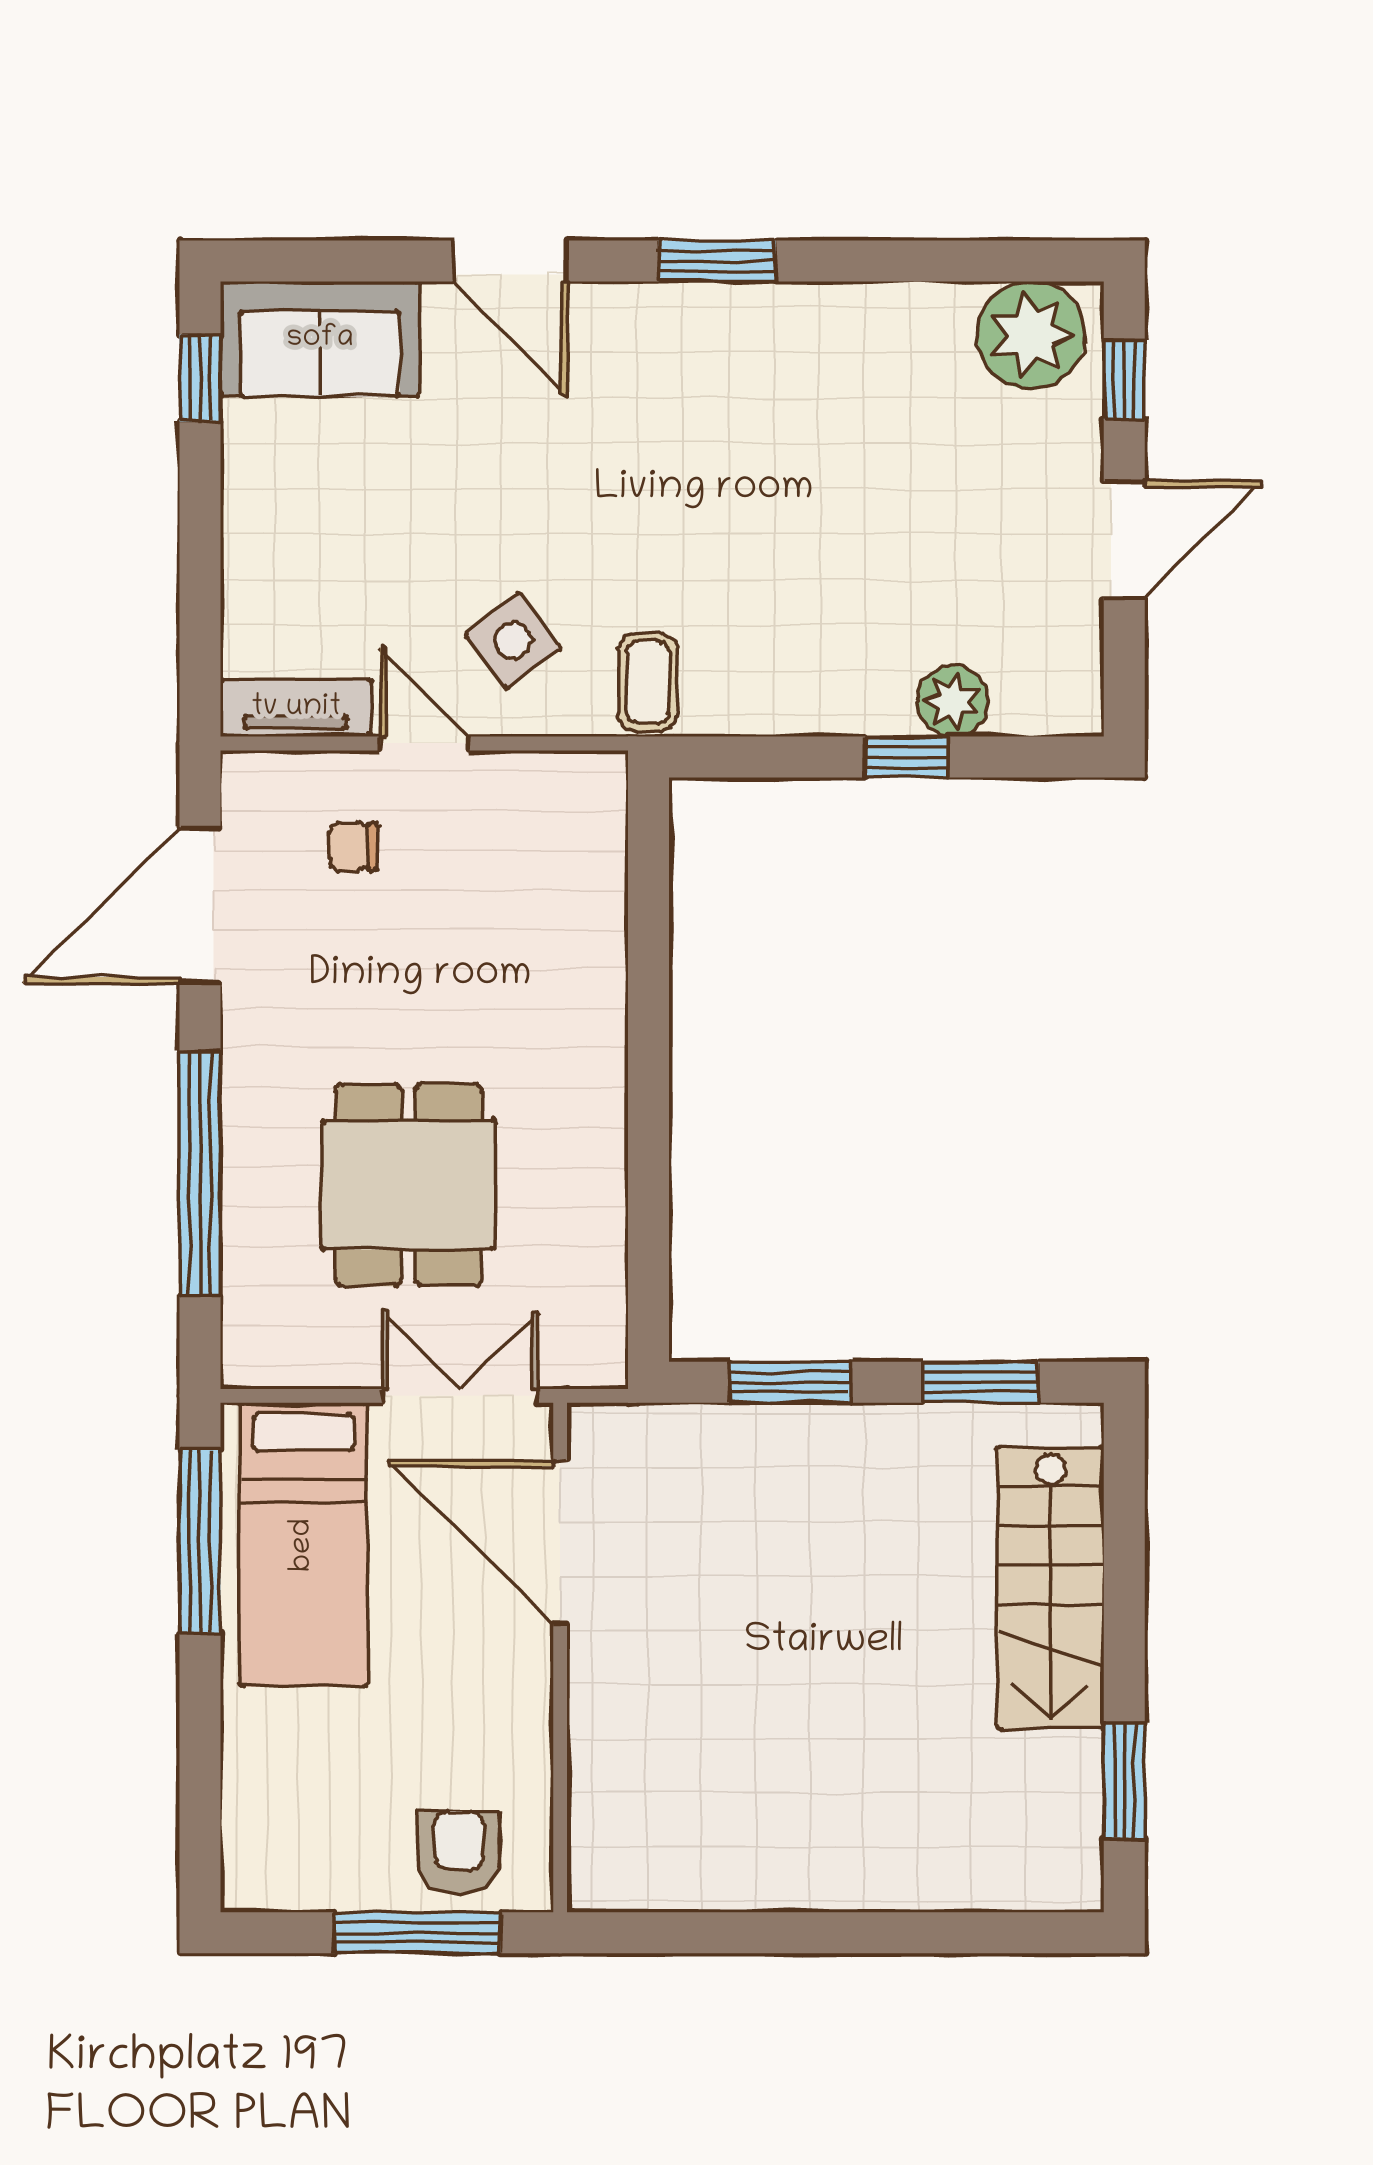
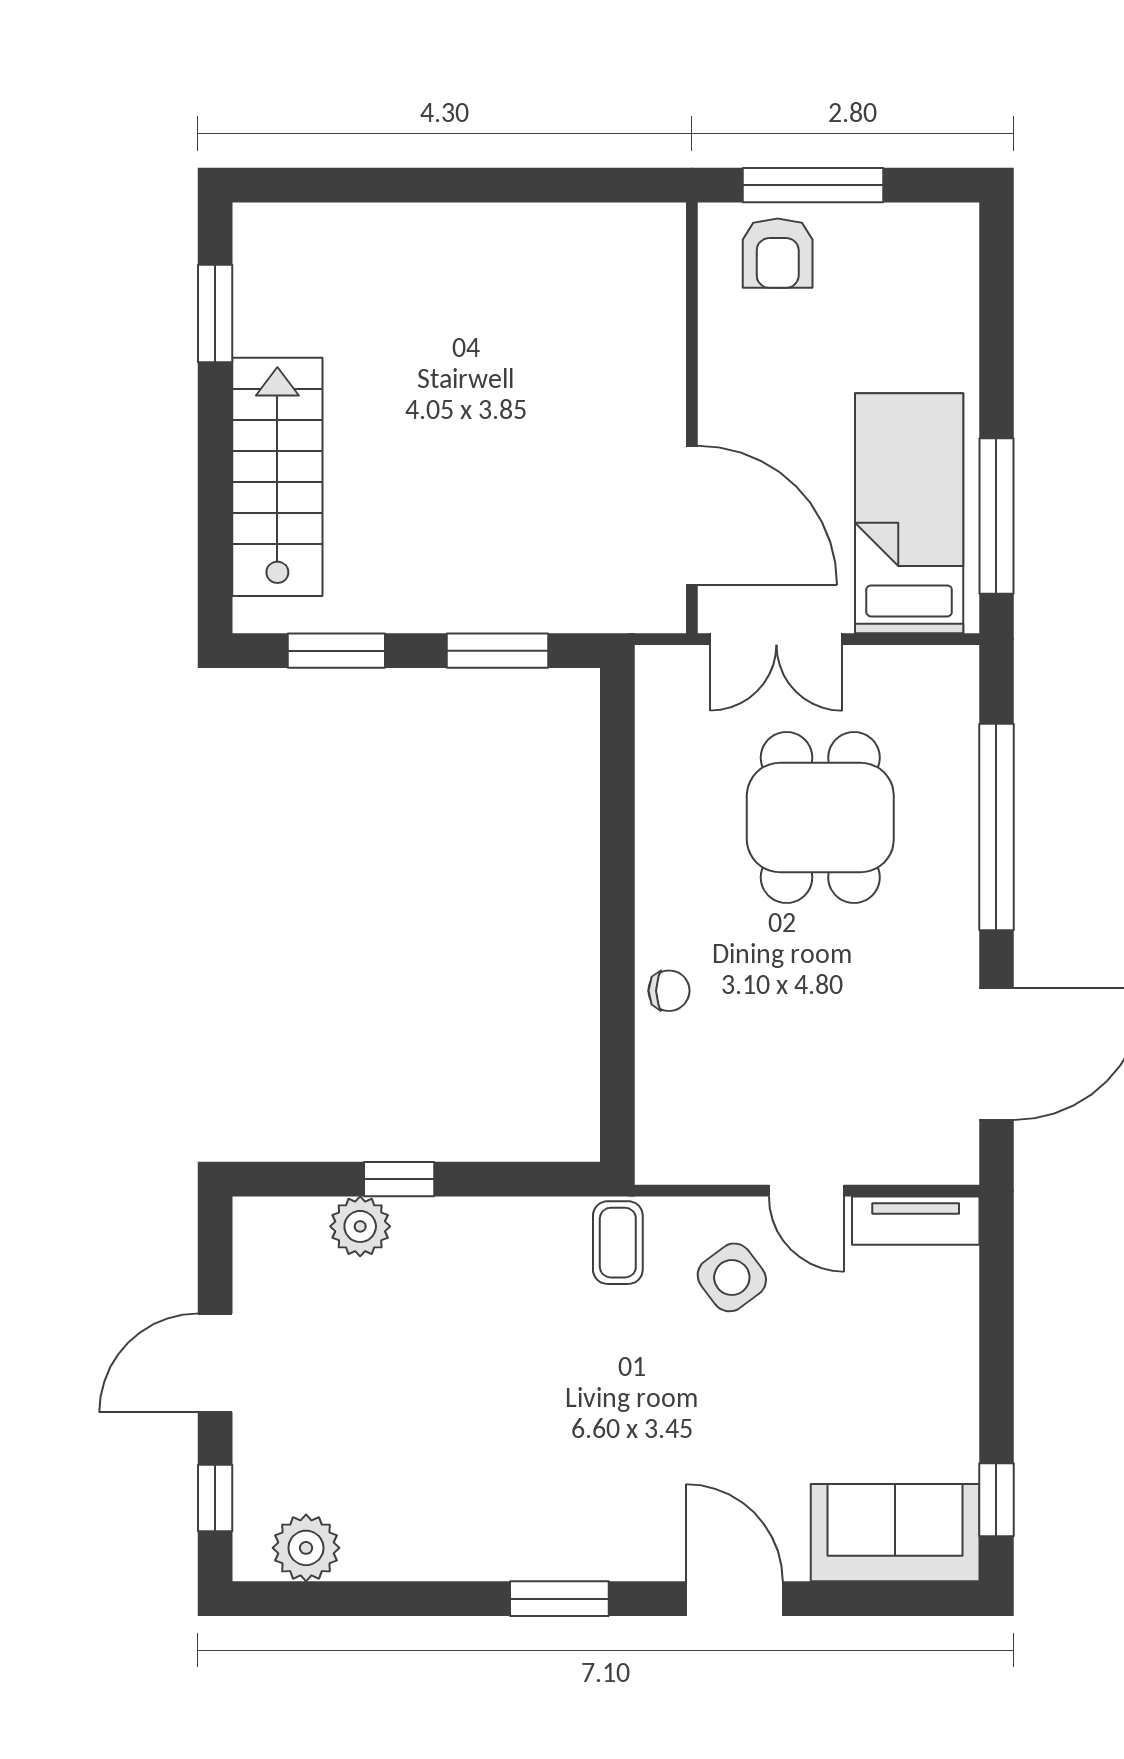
plant: (1031, 335) -> (306, 1548), width x0.73, depth x0.73
chair: (353, 847) -> (669, 991), moved

